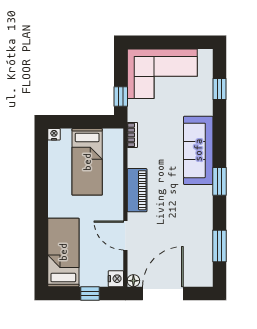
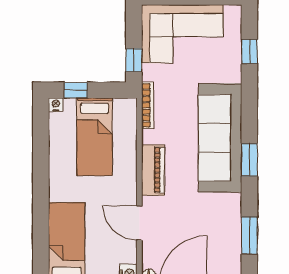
window: (71, 122) -> (76, 90), added
bookcase: (132, 135) -> (148, 105), width x1.56
sofa: (198, 150) -> (220, 138), width x1.36, depth x1.27

